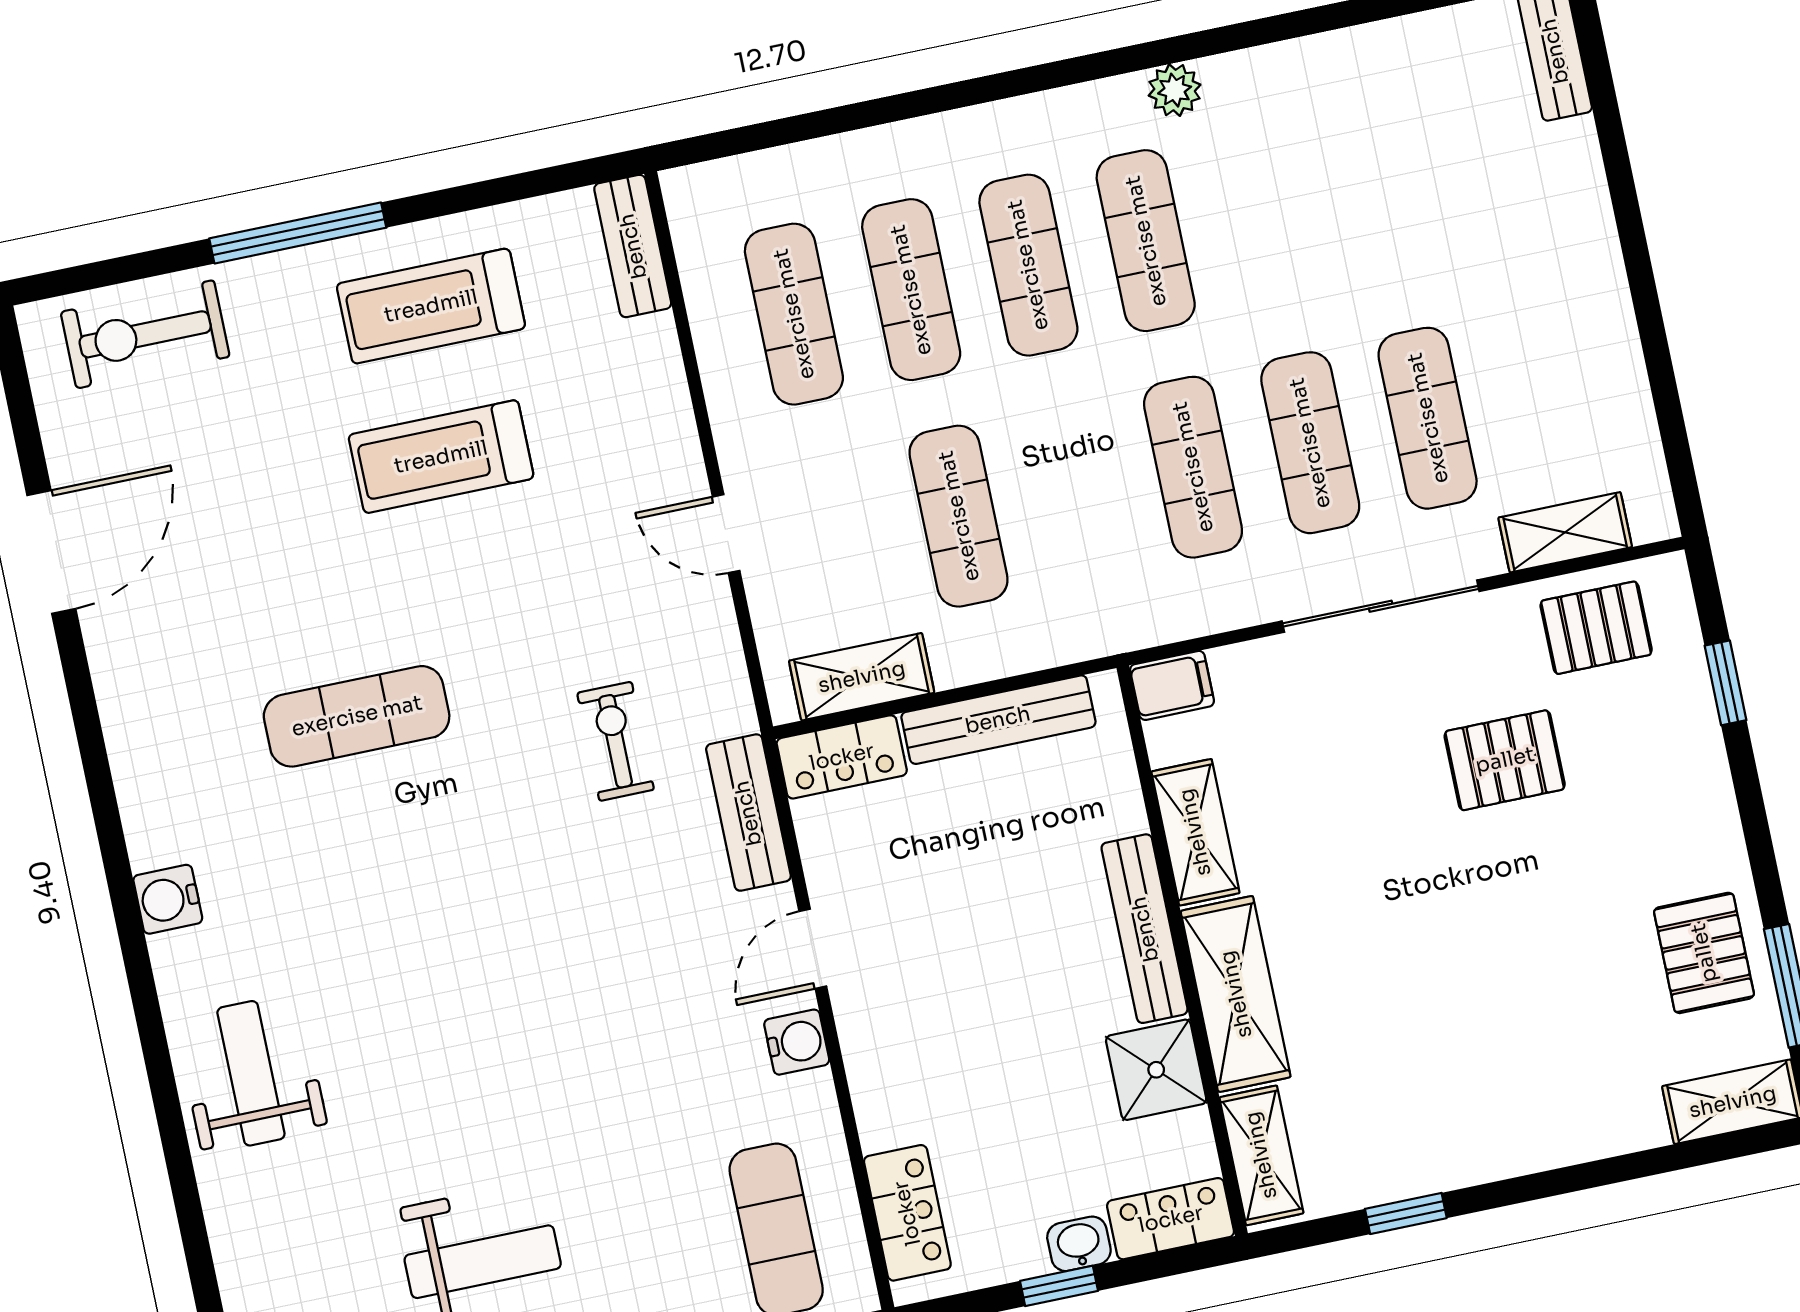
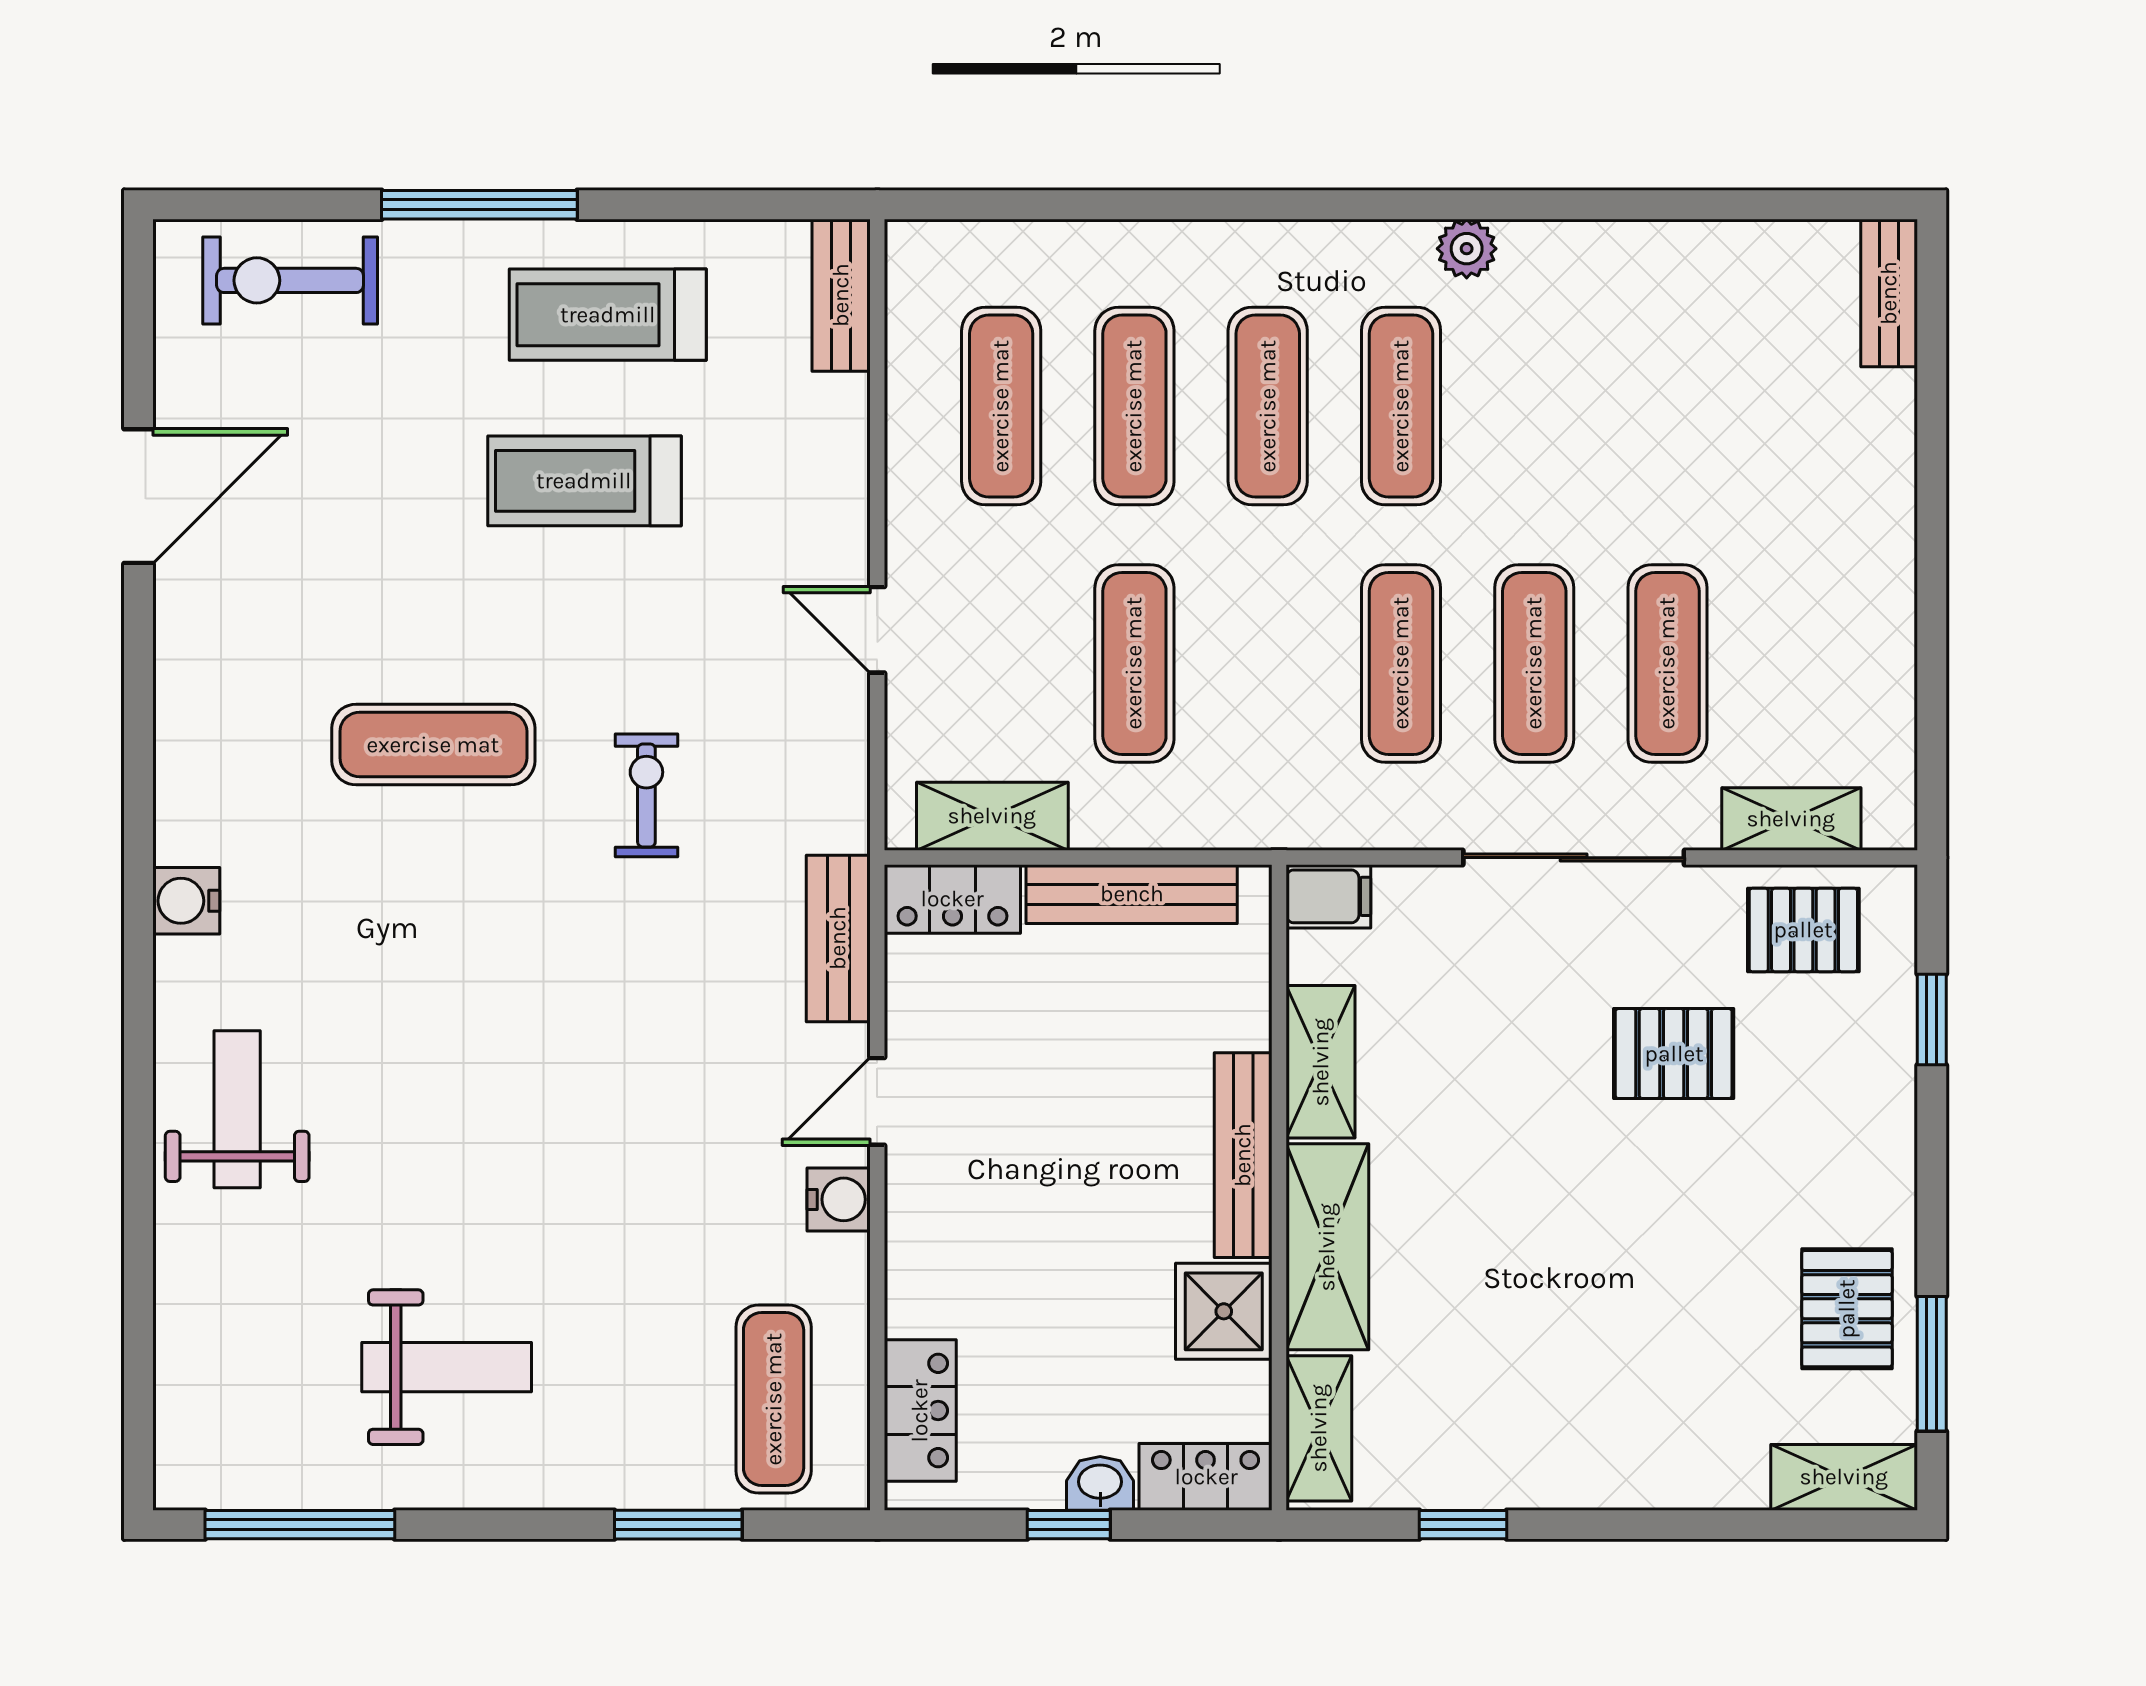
exercise bike: (616, 741) -> (646, 795), moved

